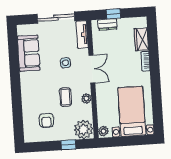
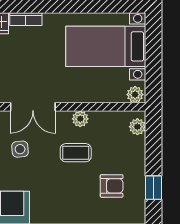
double door: (92, 69) -> (33, 107), swing flipped
plant: (84, 129) -> (137, 127), width x0.53, depth x0.53
window: (68, 145) -> (154, 188), moved

